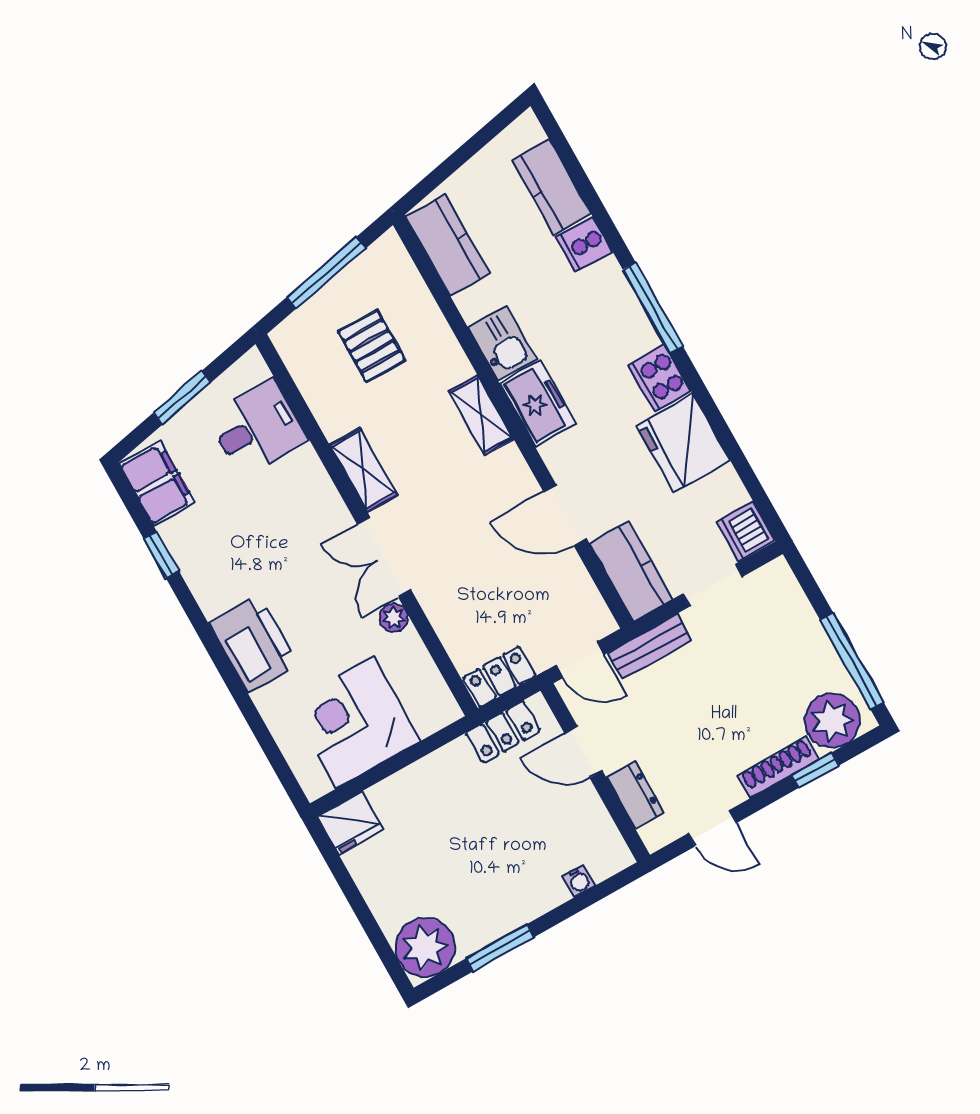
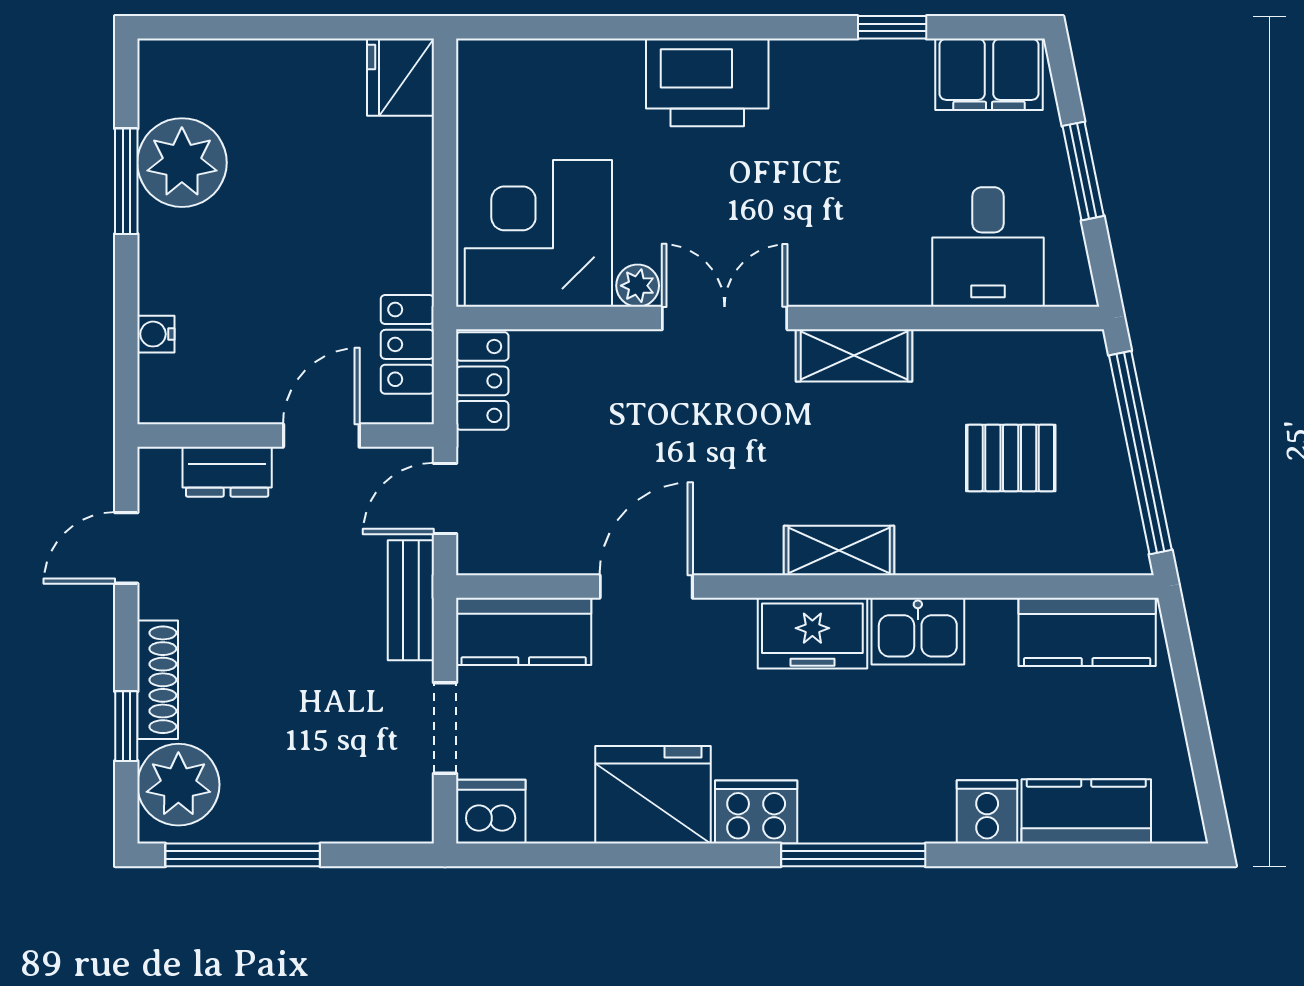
window: (326, 273) -> (1140, 453), width x1.46
corner desk: (355, 722) -> (538, 233), moved, turned -90
plant: (425, 948) -> (182, 163), moved

